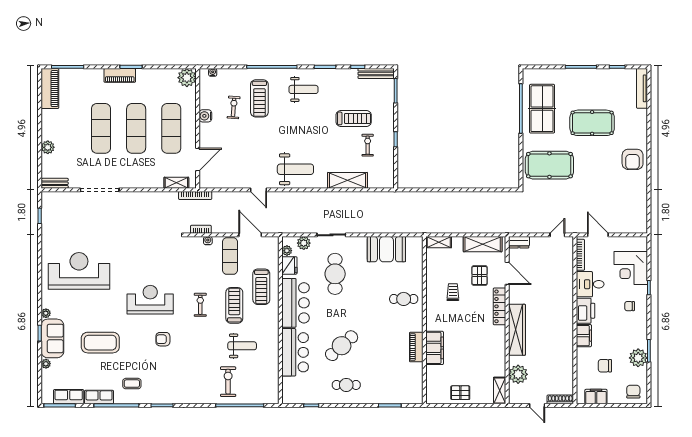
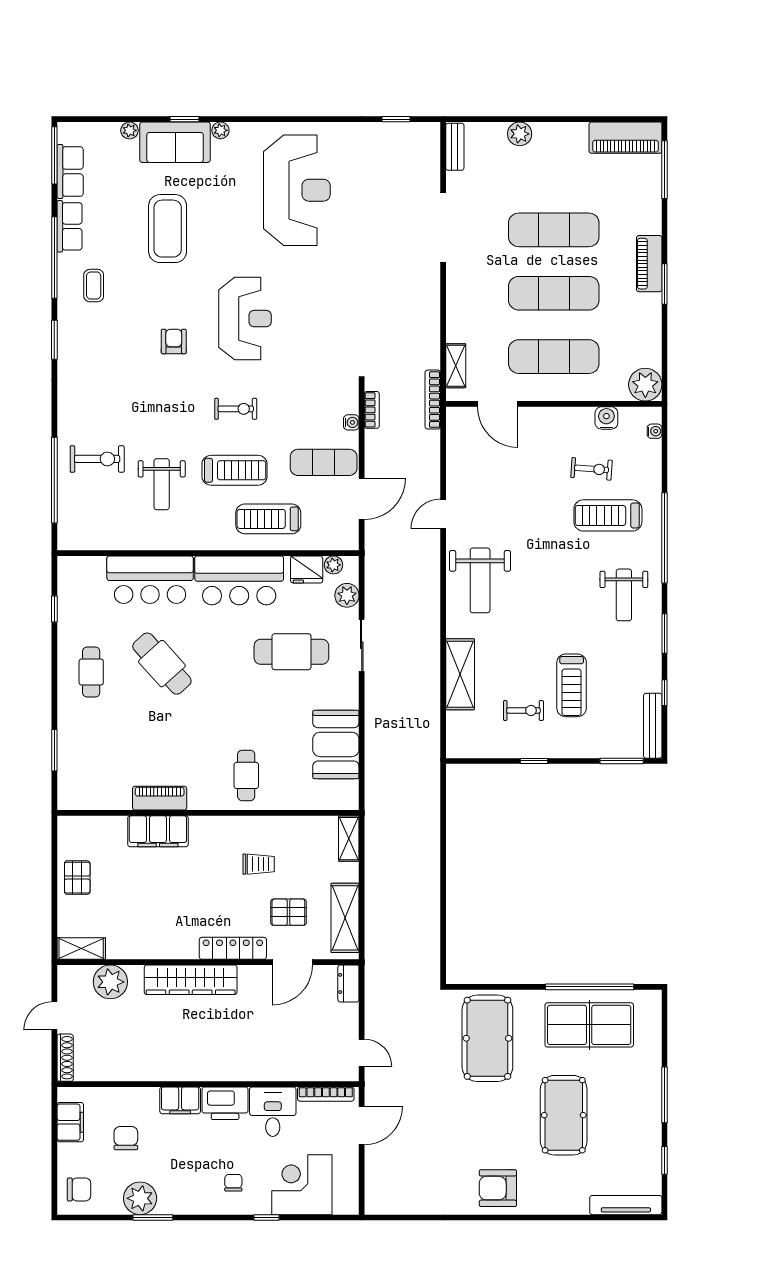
water cooler: (205, 116) -> (606, 418), moved

